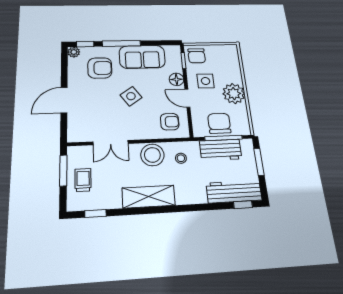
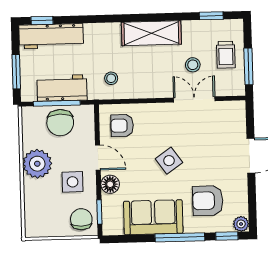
stool: (152, 155) -> (193, 65), moved, width x0.53, depth x0.53

